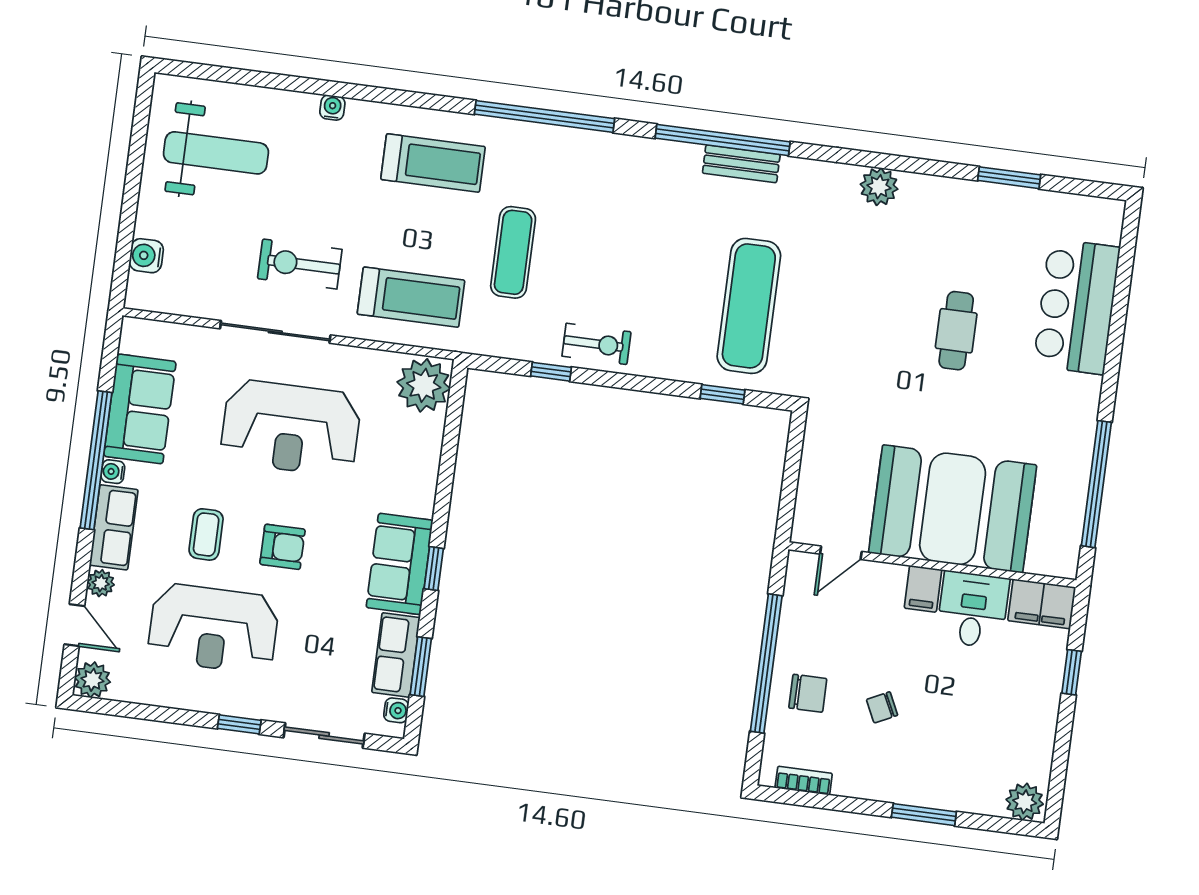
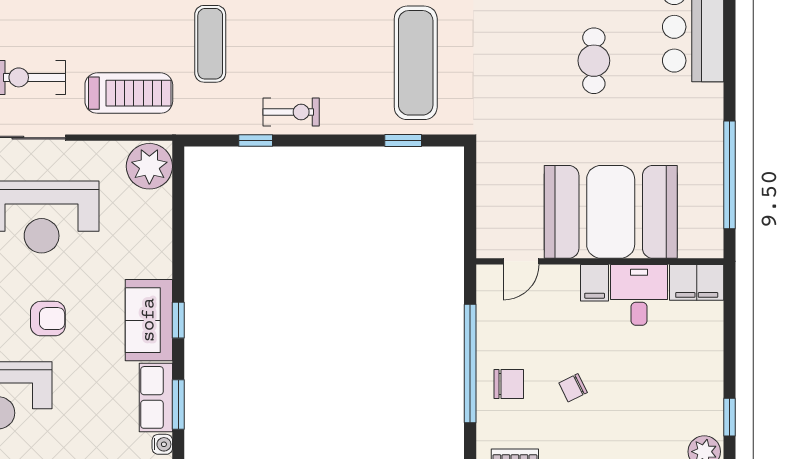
window: (1072, 672) -> (730, 417), moved

